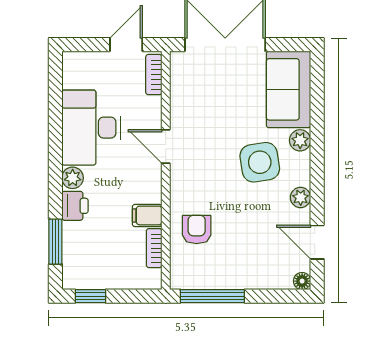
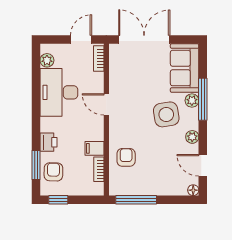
window: (317, 138) -> (203, 99), added
plant: (73, 178) -> (47, 60), moved
armchair: (83, 252) -> (53, 172), added

